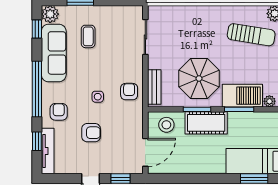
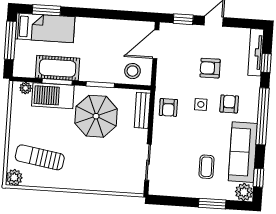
armchair: (59, 112) -> (229, 104), moved, turned 180
cot: (206, 123) -> (58, 68), moved

